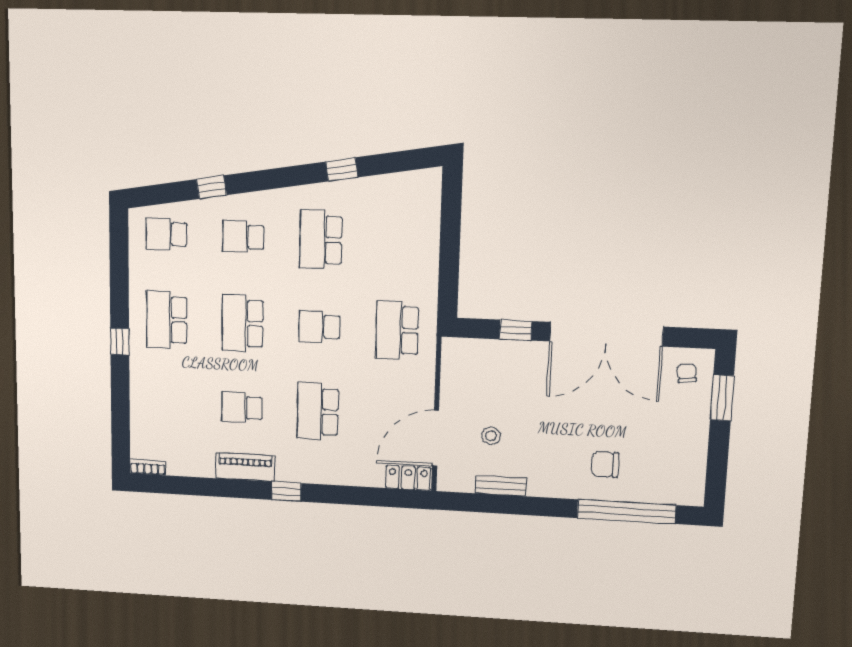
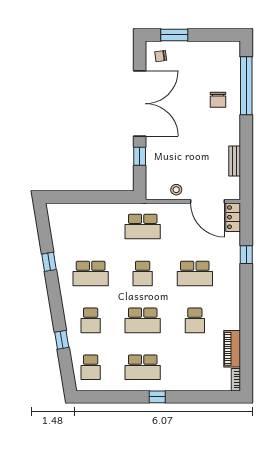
stool: (491, 436) -> (176, 190), moved
piano: (245, 467) -> (232, 349), moved
window: (286, 492) -> (246, 255), moved

